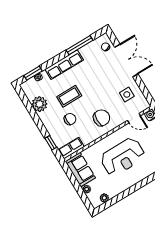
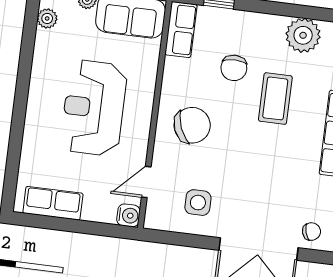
chair: (102, 118) -> (192, 125), turned -112

